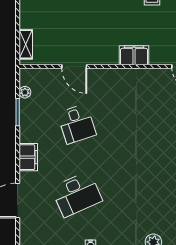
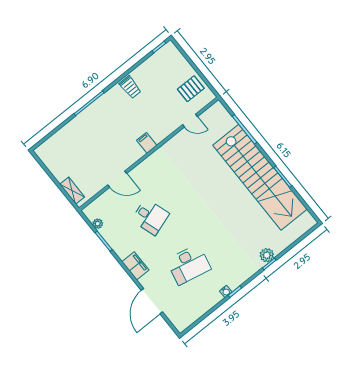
filing cabinet: (134, 55) -> (147, 143), width x0.50
desk: (77, 194) -> (189, 265), turned 36

